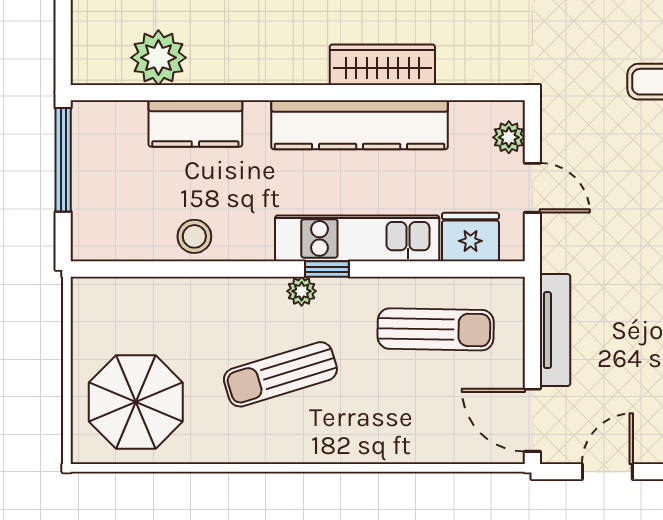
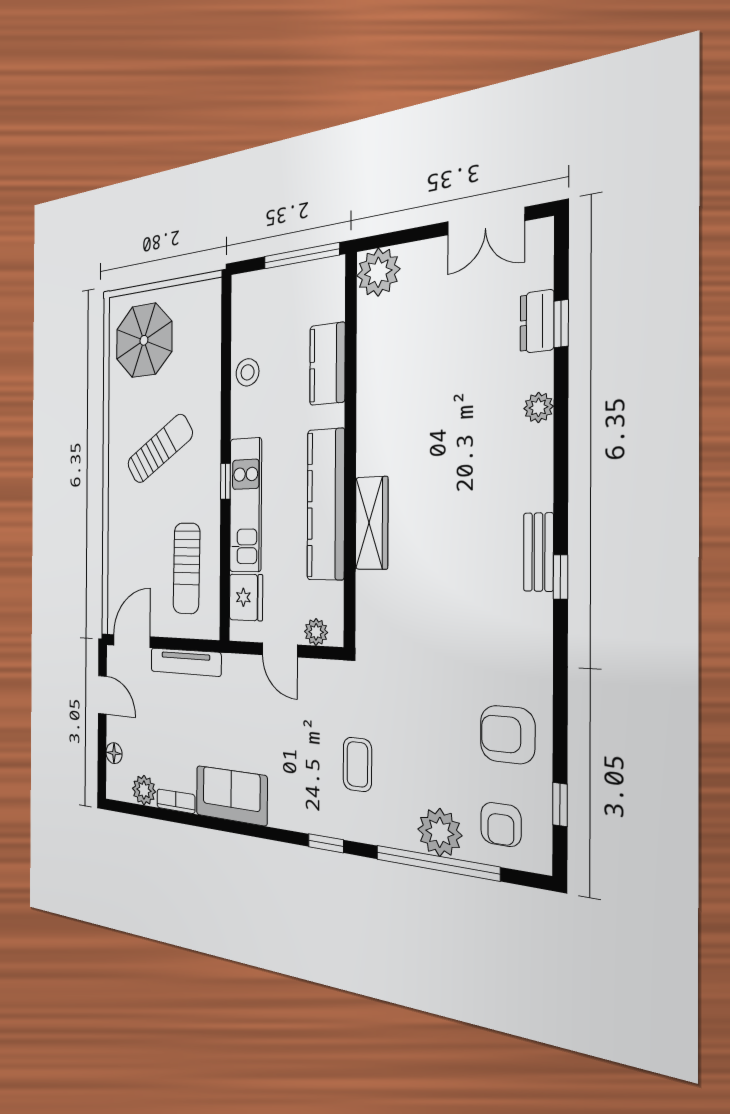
plant: (158, 58) -> (378, 272), moved
door: (532, 188) -> (280, 650), hinge flipped
plant: (302, 291) -> (211, 462), removed
sun lounger: (280, 374) -> (160, 449), turned 74

